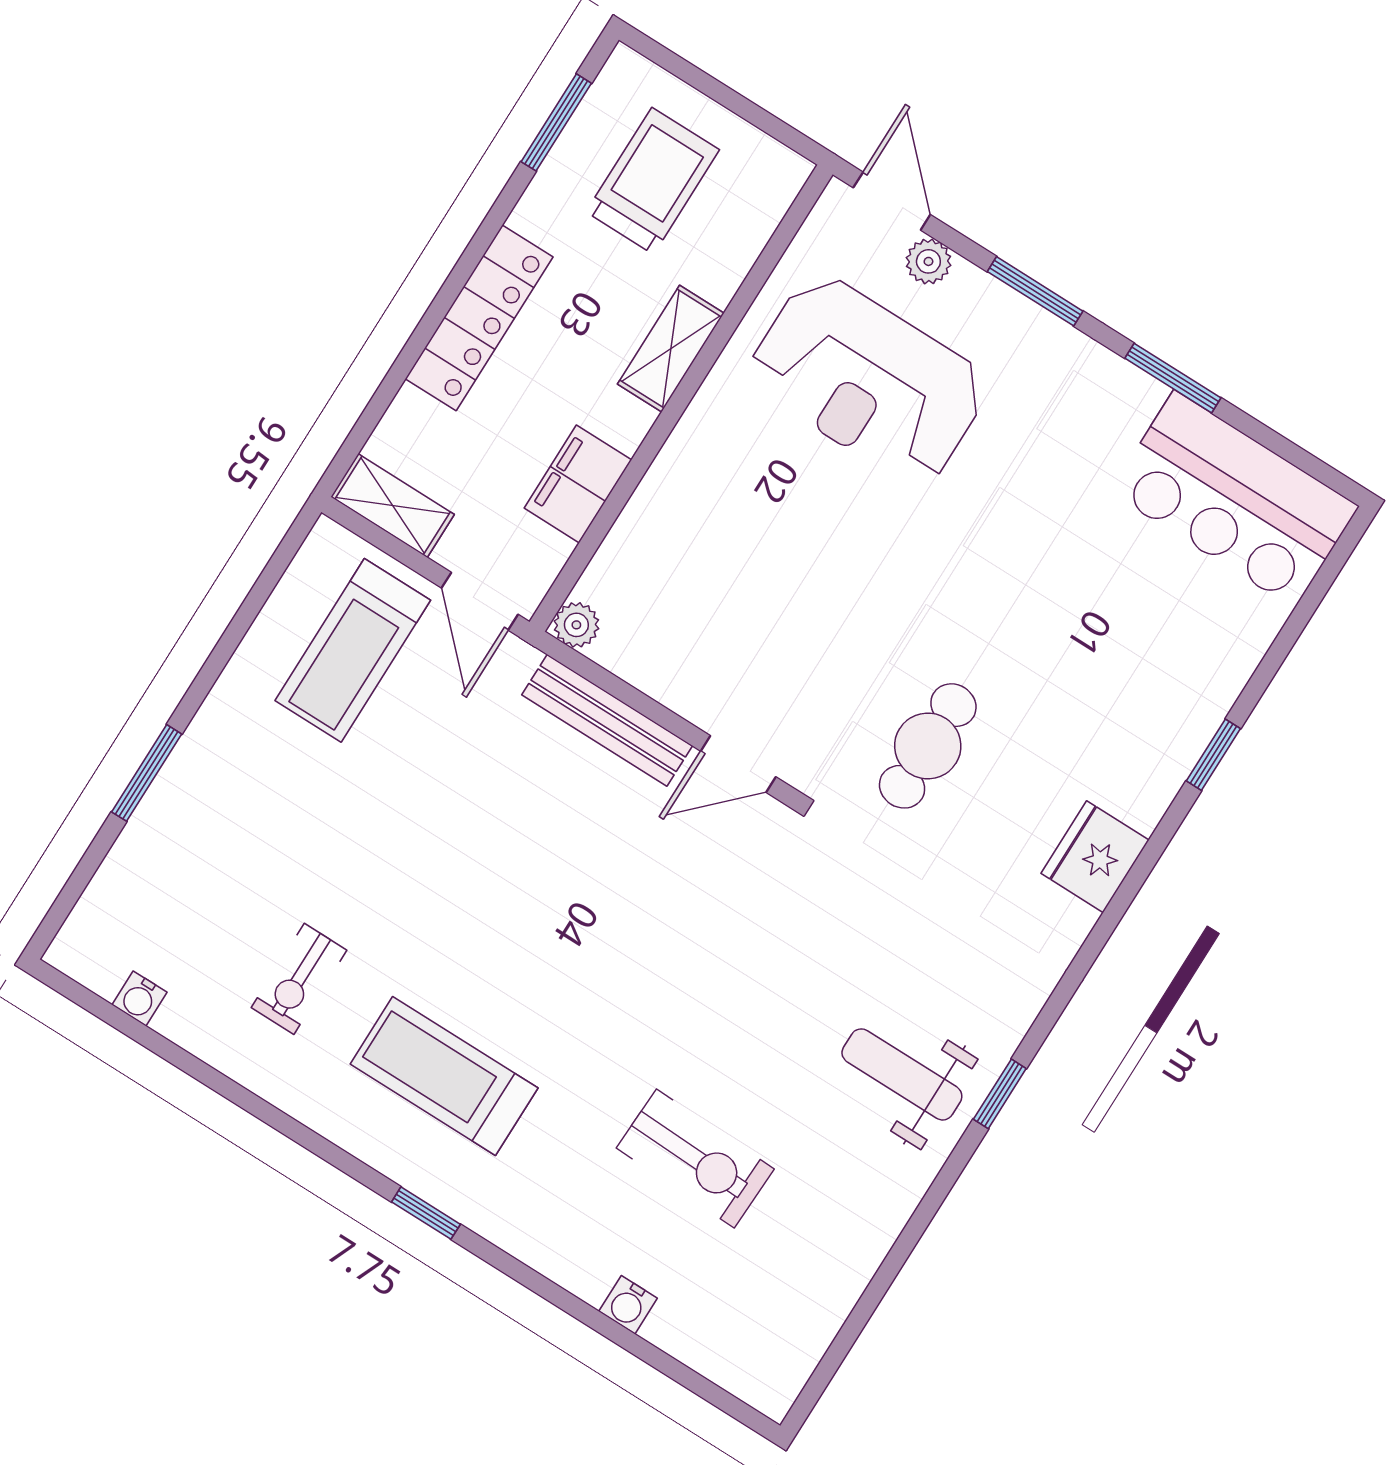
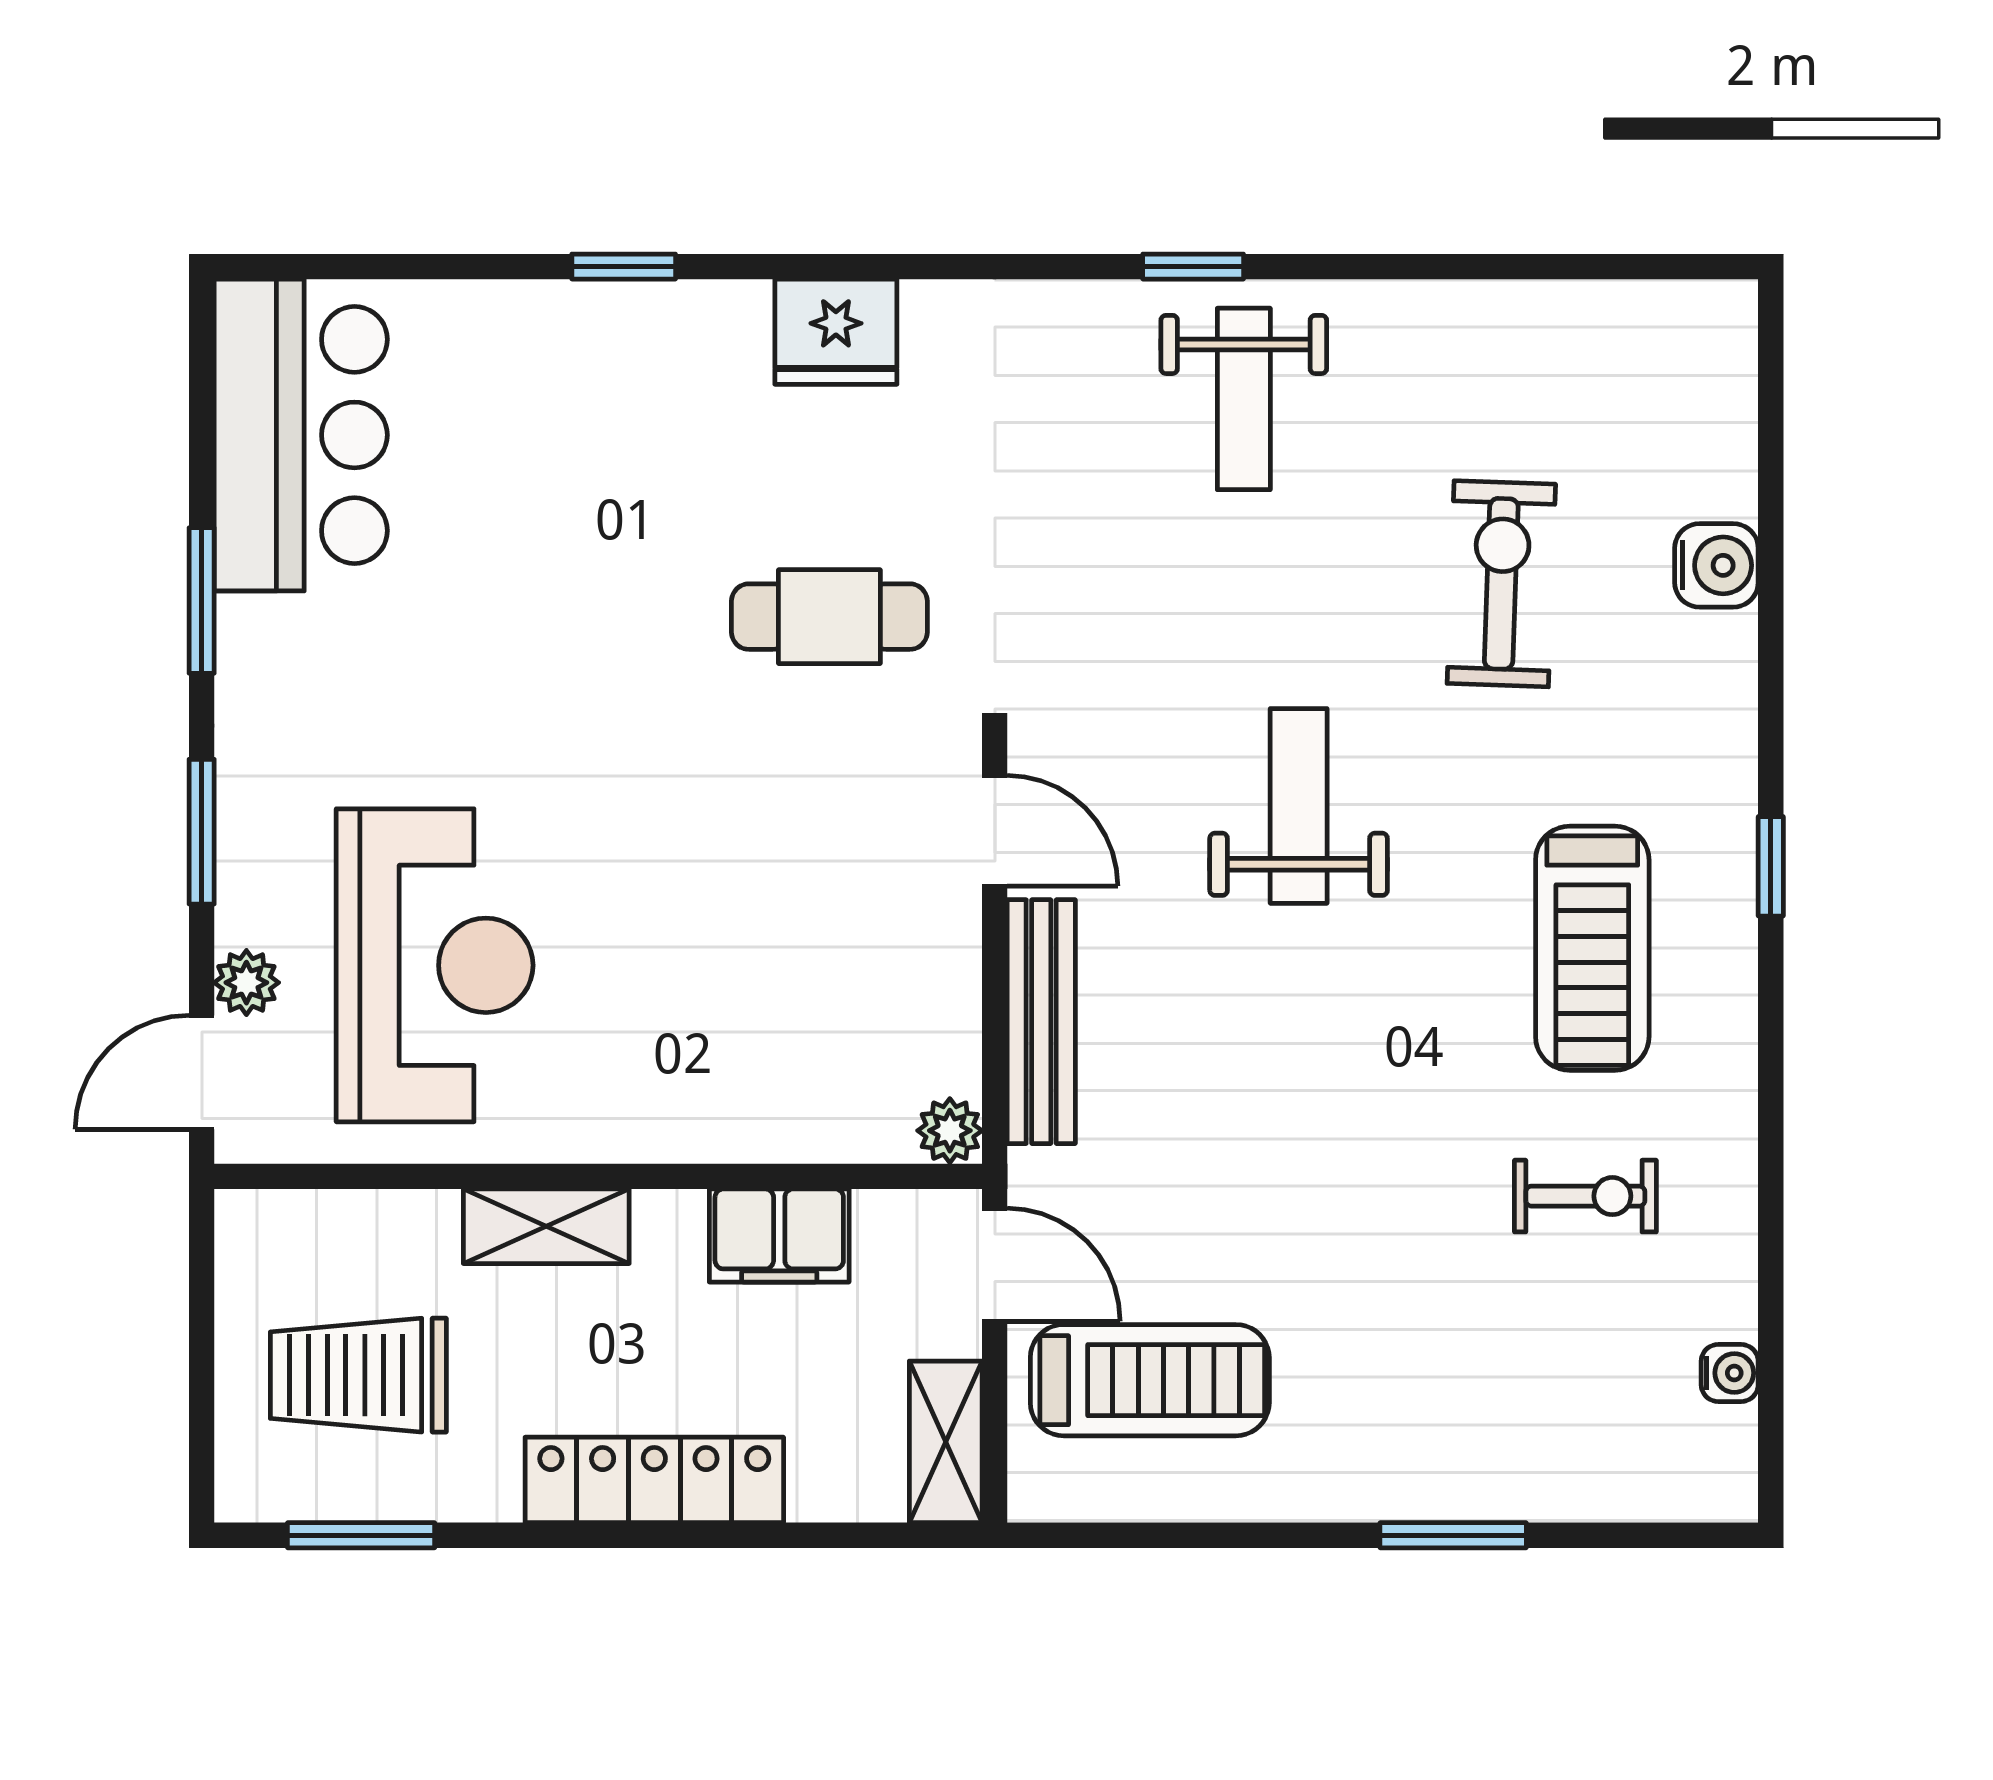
door: (480, 601) -> (995, 1265), hinge flipped
weight bench: (639, 954) -> (1299, 806), added
water cooler: (628, 1305) -> (1716, 565), width x1.38, depth x1.38

